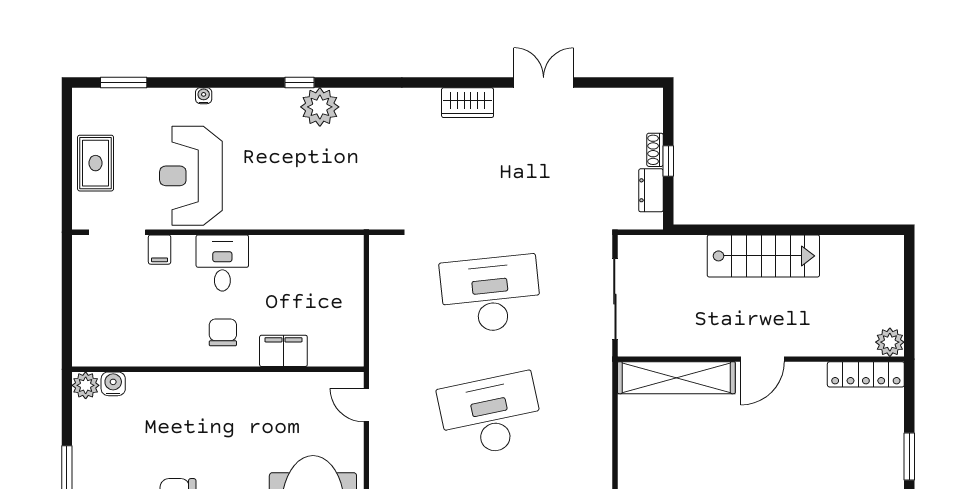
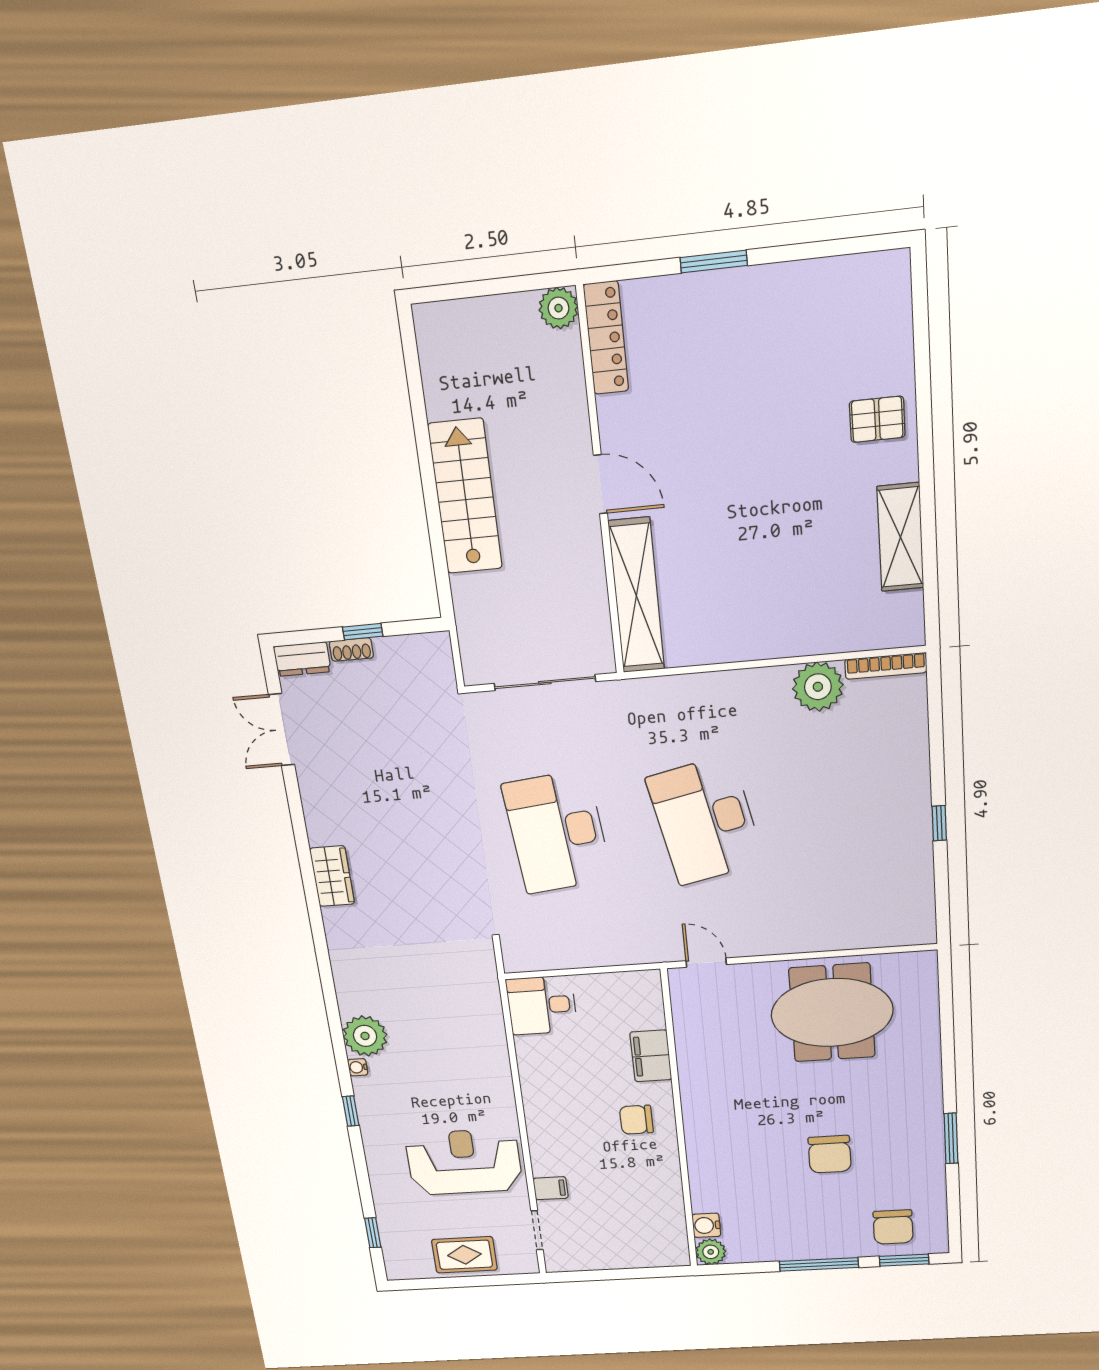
window: (124, 83) -> (373, 1233), width x0.67
window: (299, 83) -> (351, 1111), moved
double door: (544, 83) -> (282, 730), moved
water cooler: (204, 96) -> (358, 1067), moved
reception desk: (191, 176) -> (464, 1162), turned 180
dresser: (651, 190) -> (302, 659), moved
doorway: (117, 232) -> (537, 1230), width x0.73
desk: (222, 263) -> (542, 1005), moved
door: (366, 405) -> (706, 963), swing flipped

